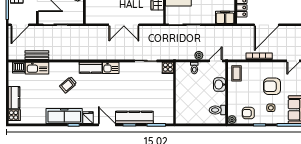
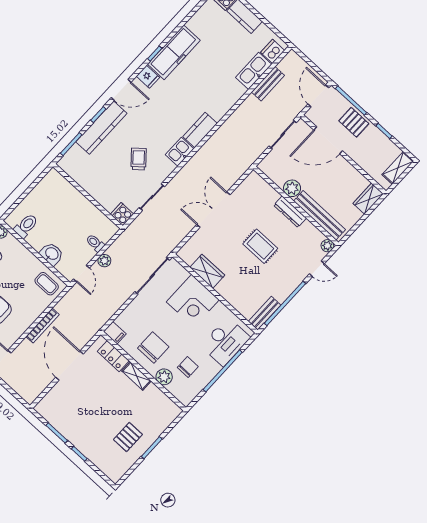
filing cabinet: (225, 17) -> (115, 333), width x0.50
trolley: (68, 85) -> (139, 159), moved

